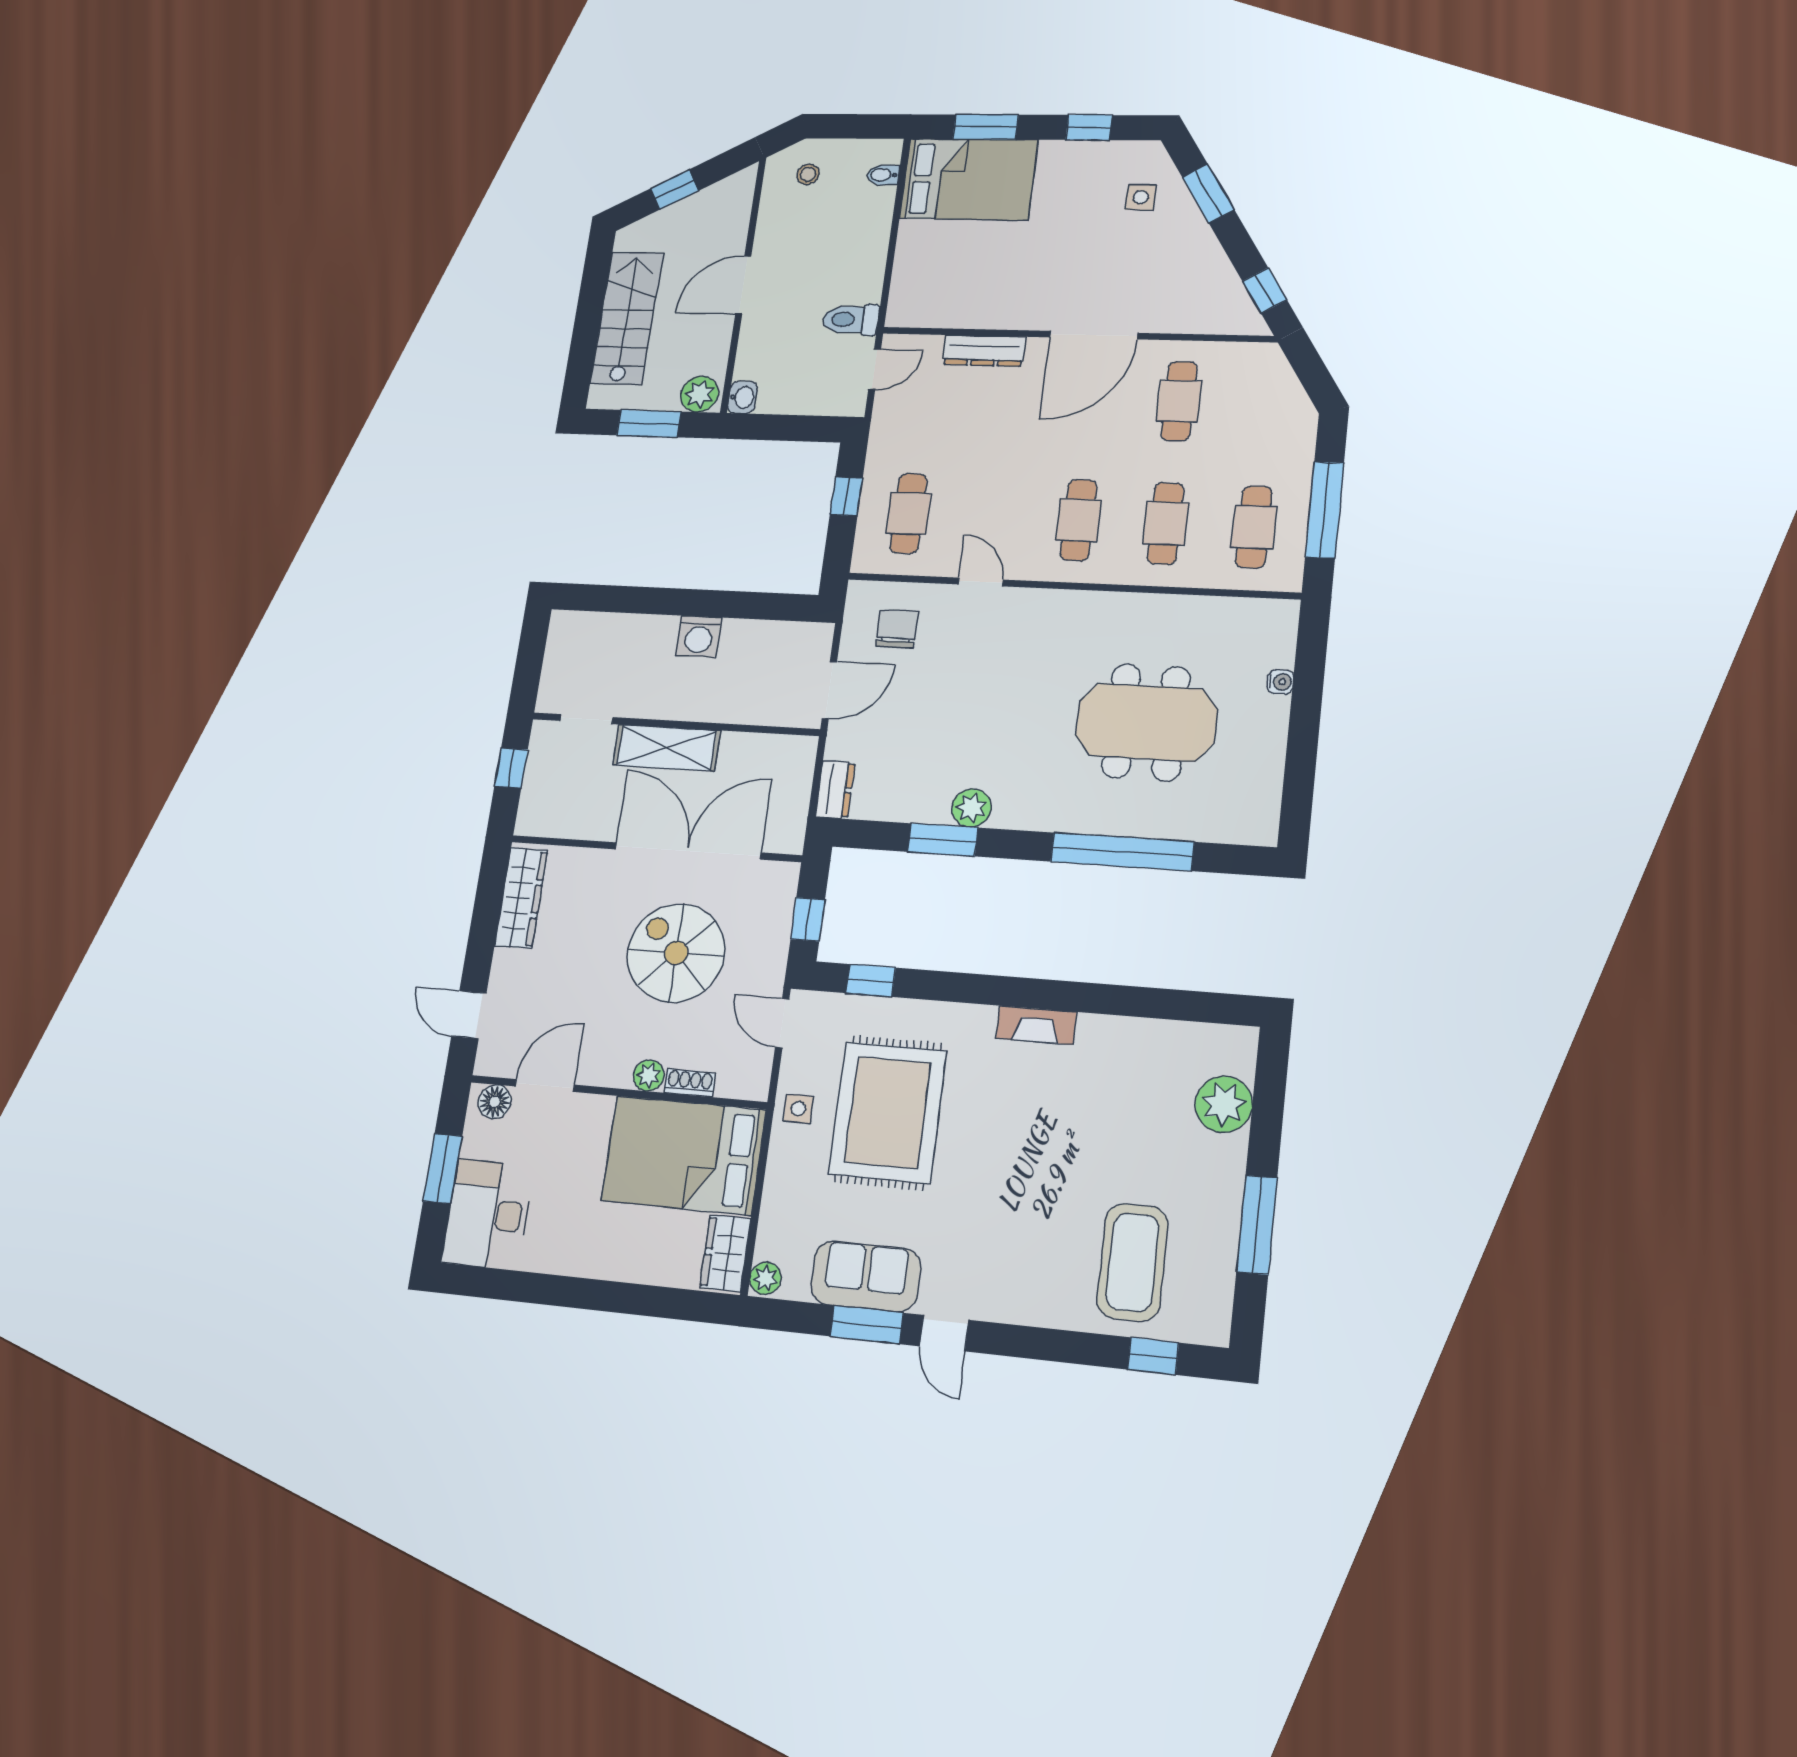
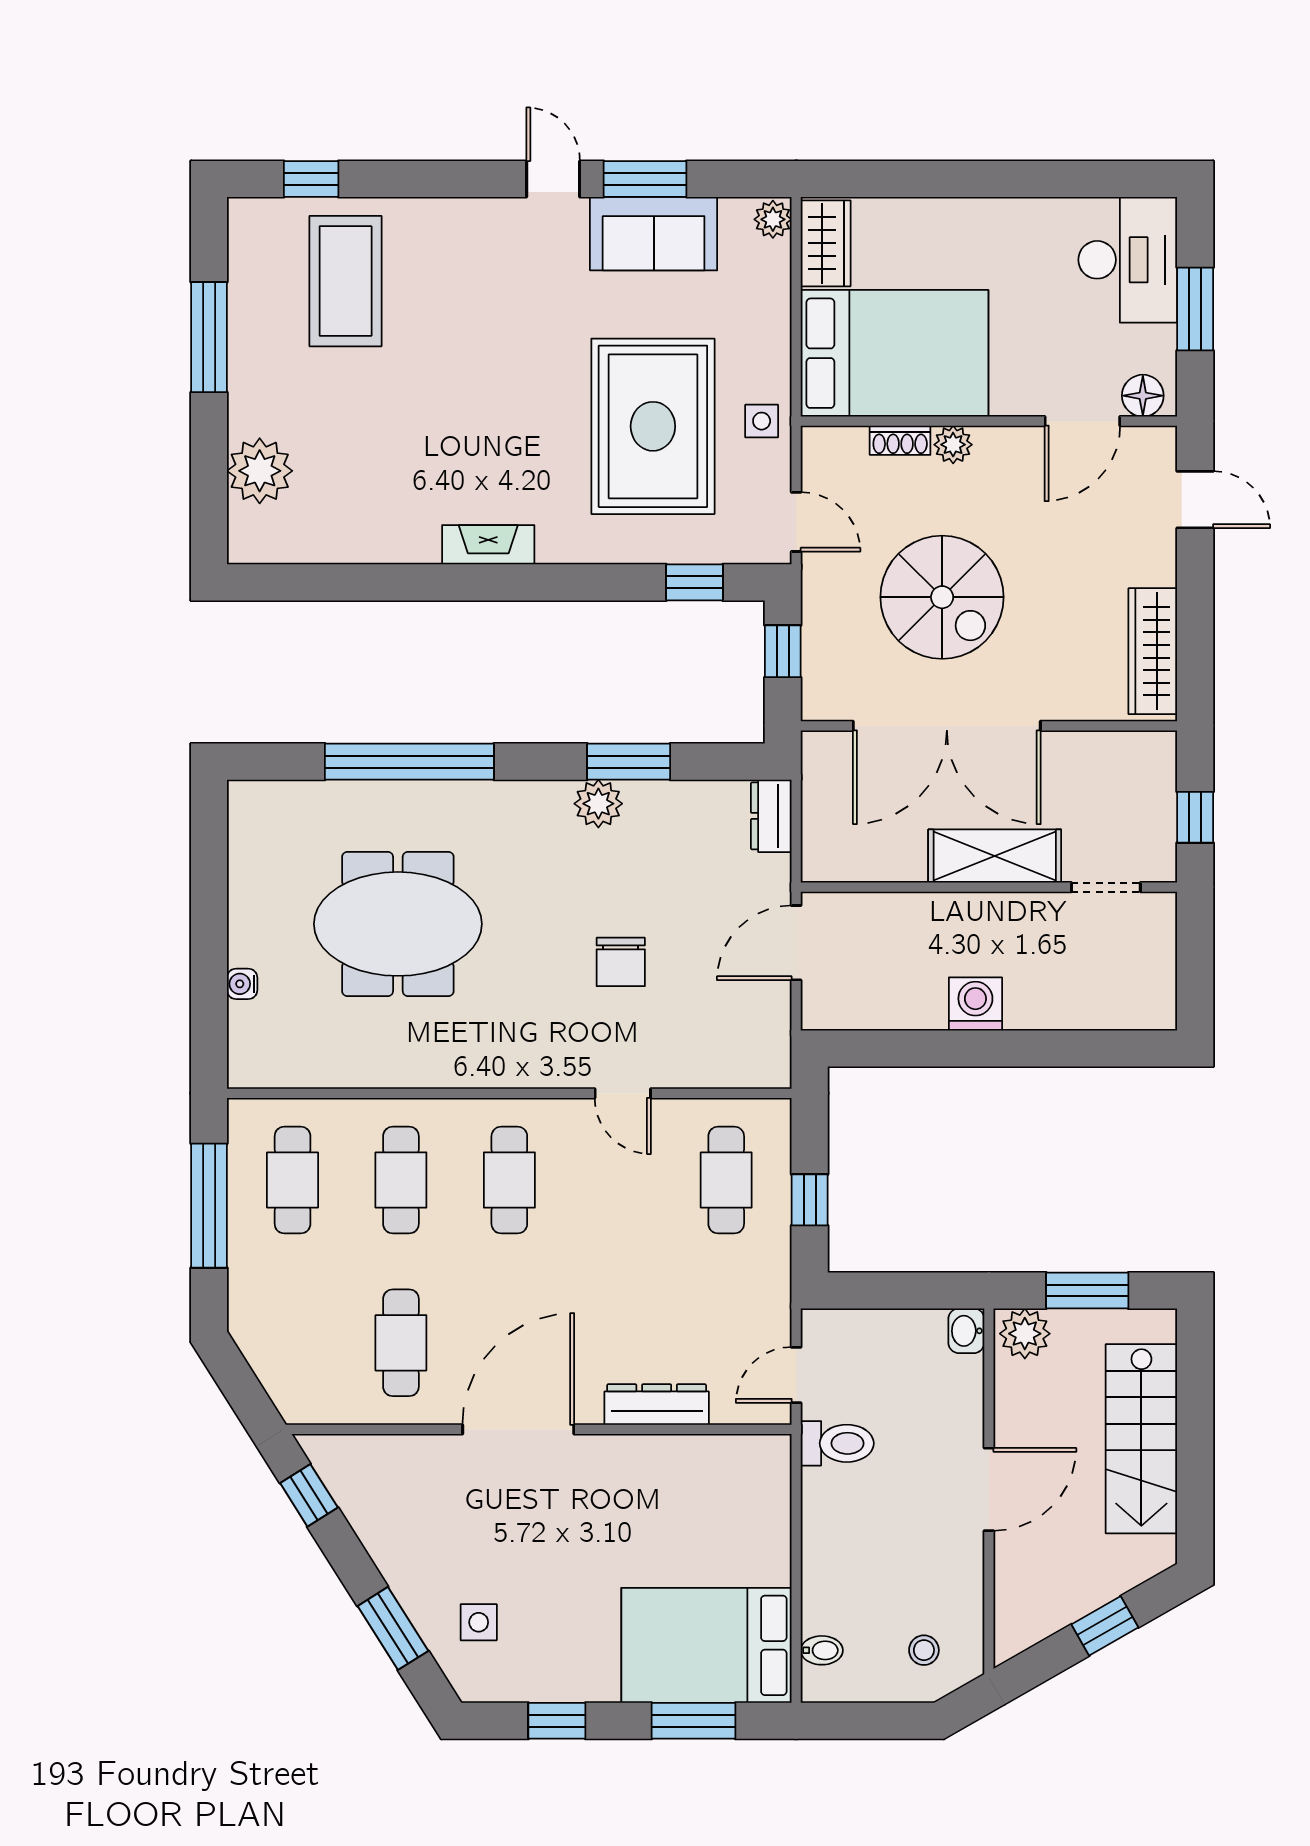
chair: (897, 629) -> (621, 962), moved

